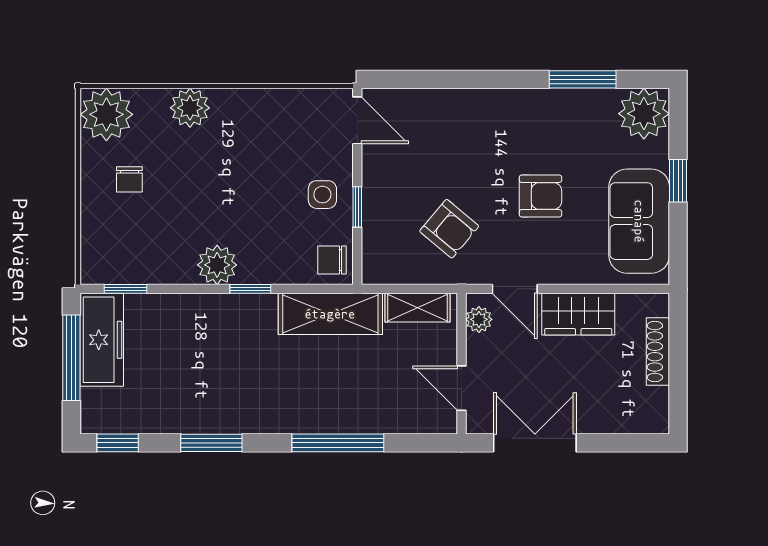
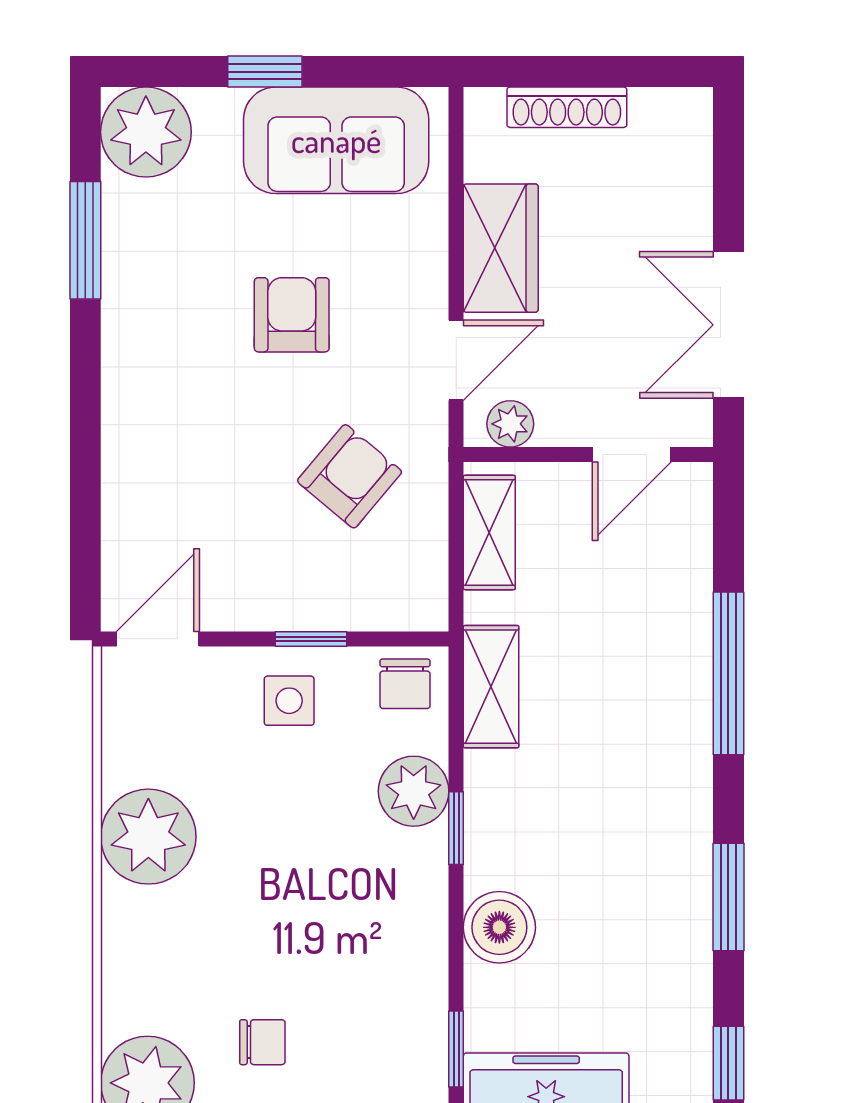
plant: (190, 108) -> (148, 837), moved, width x1.36, depth x1.36
plant: (217, 265) -> (414, 791), moved
boiler: (194, 313) -> (499, 927), added
shelving: (330, 314) -> (491, 687), width x0.67, depth x0.75

